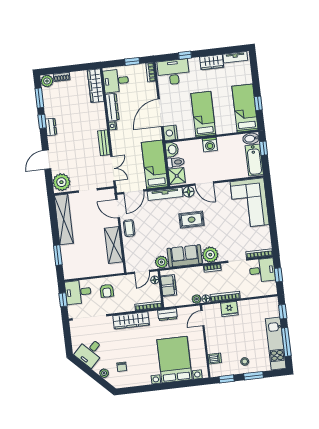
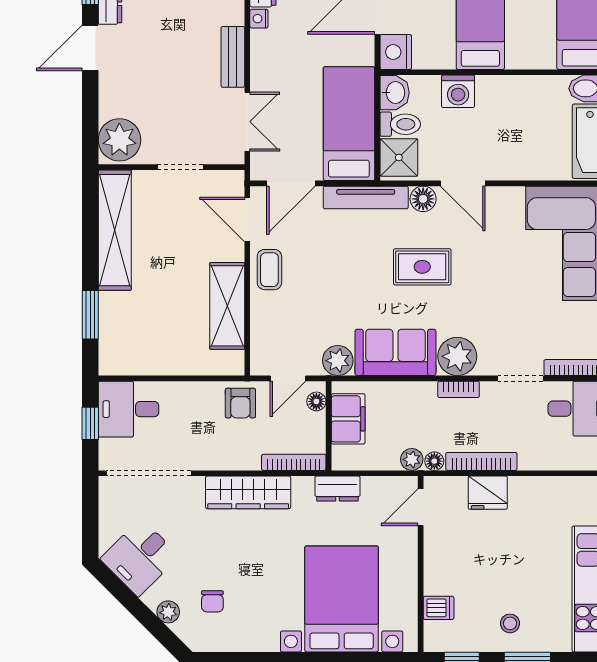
washing machine: (210, 145) -> (458, 91), moved
door: (47, 160) -> (90, 48), moved
armchair: (107, 291) -> (240, 403), moved

